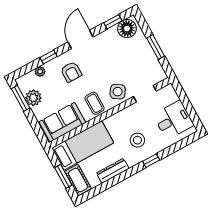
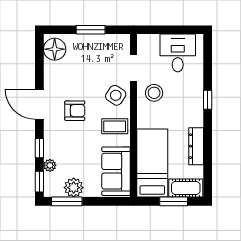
window: (113, 22) -> (39, 182), moved
armchair: (71, 72) -> (75, 111), moved
stool: (137, 140) -> (154, 93), moved

